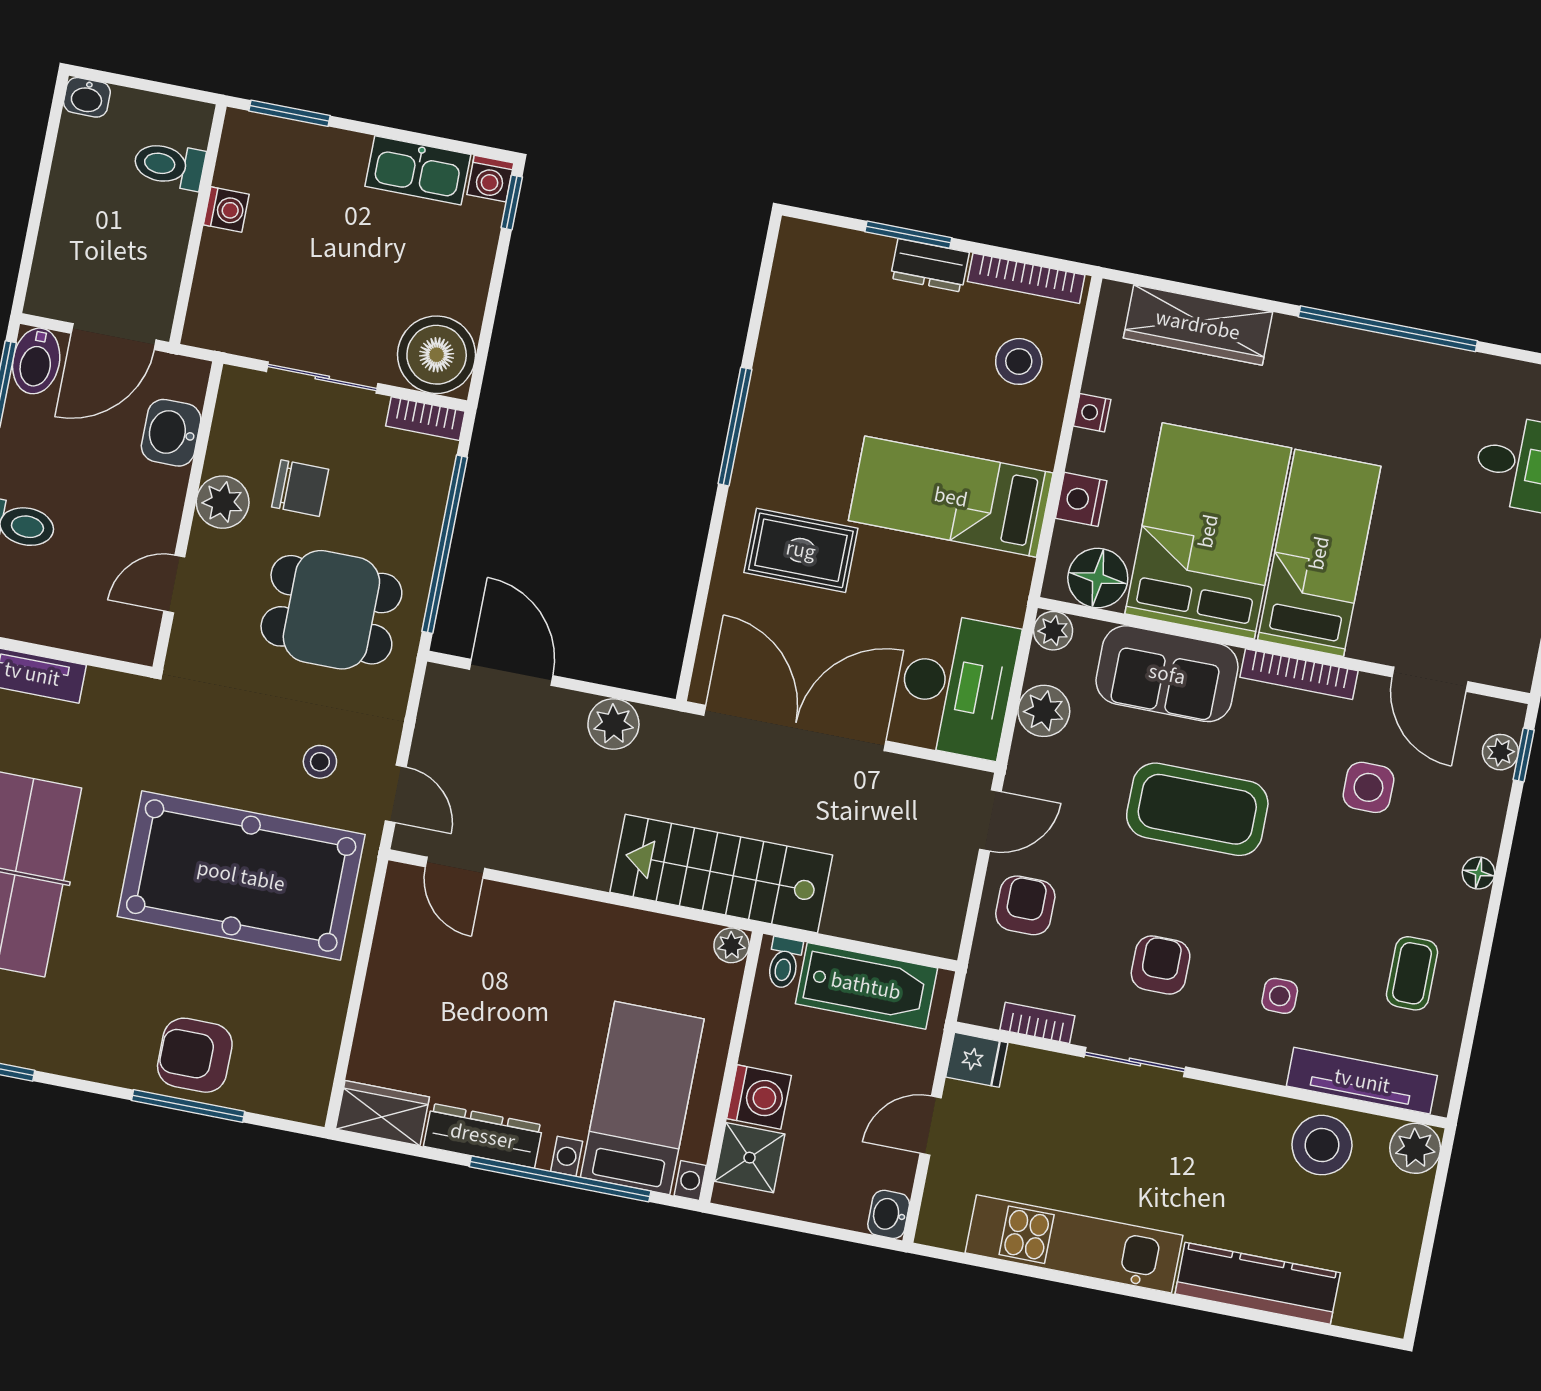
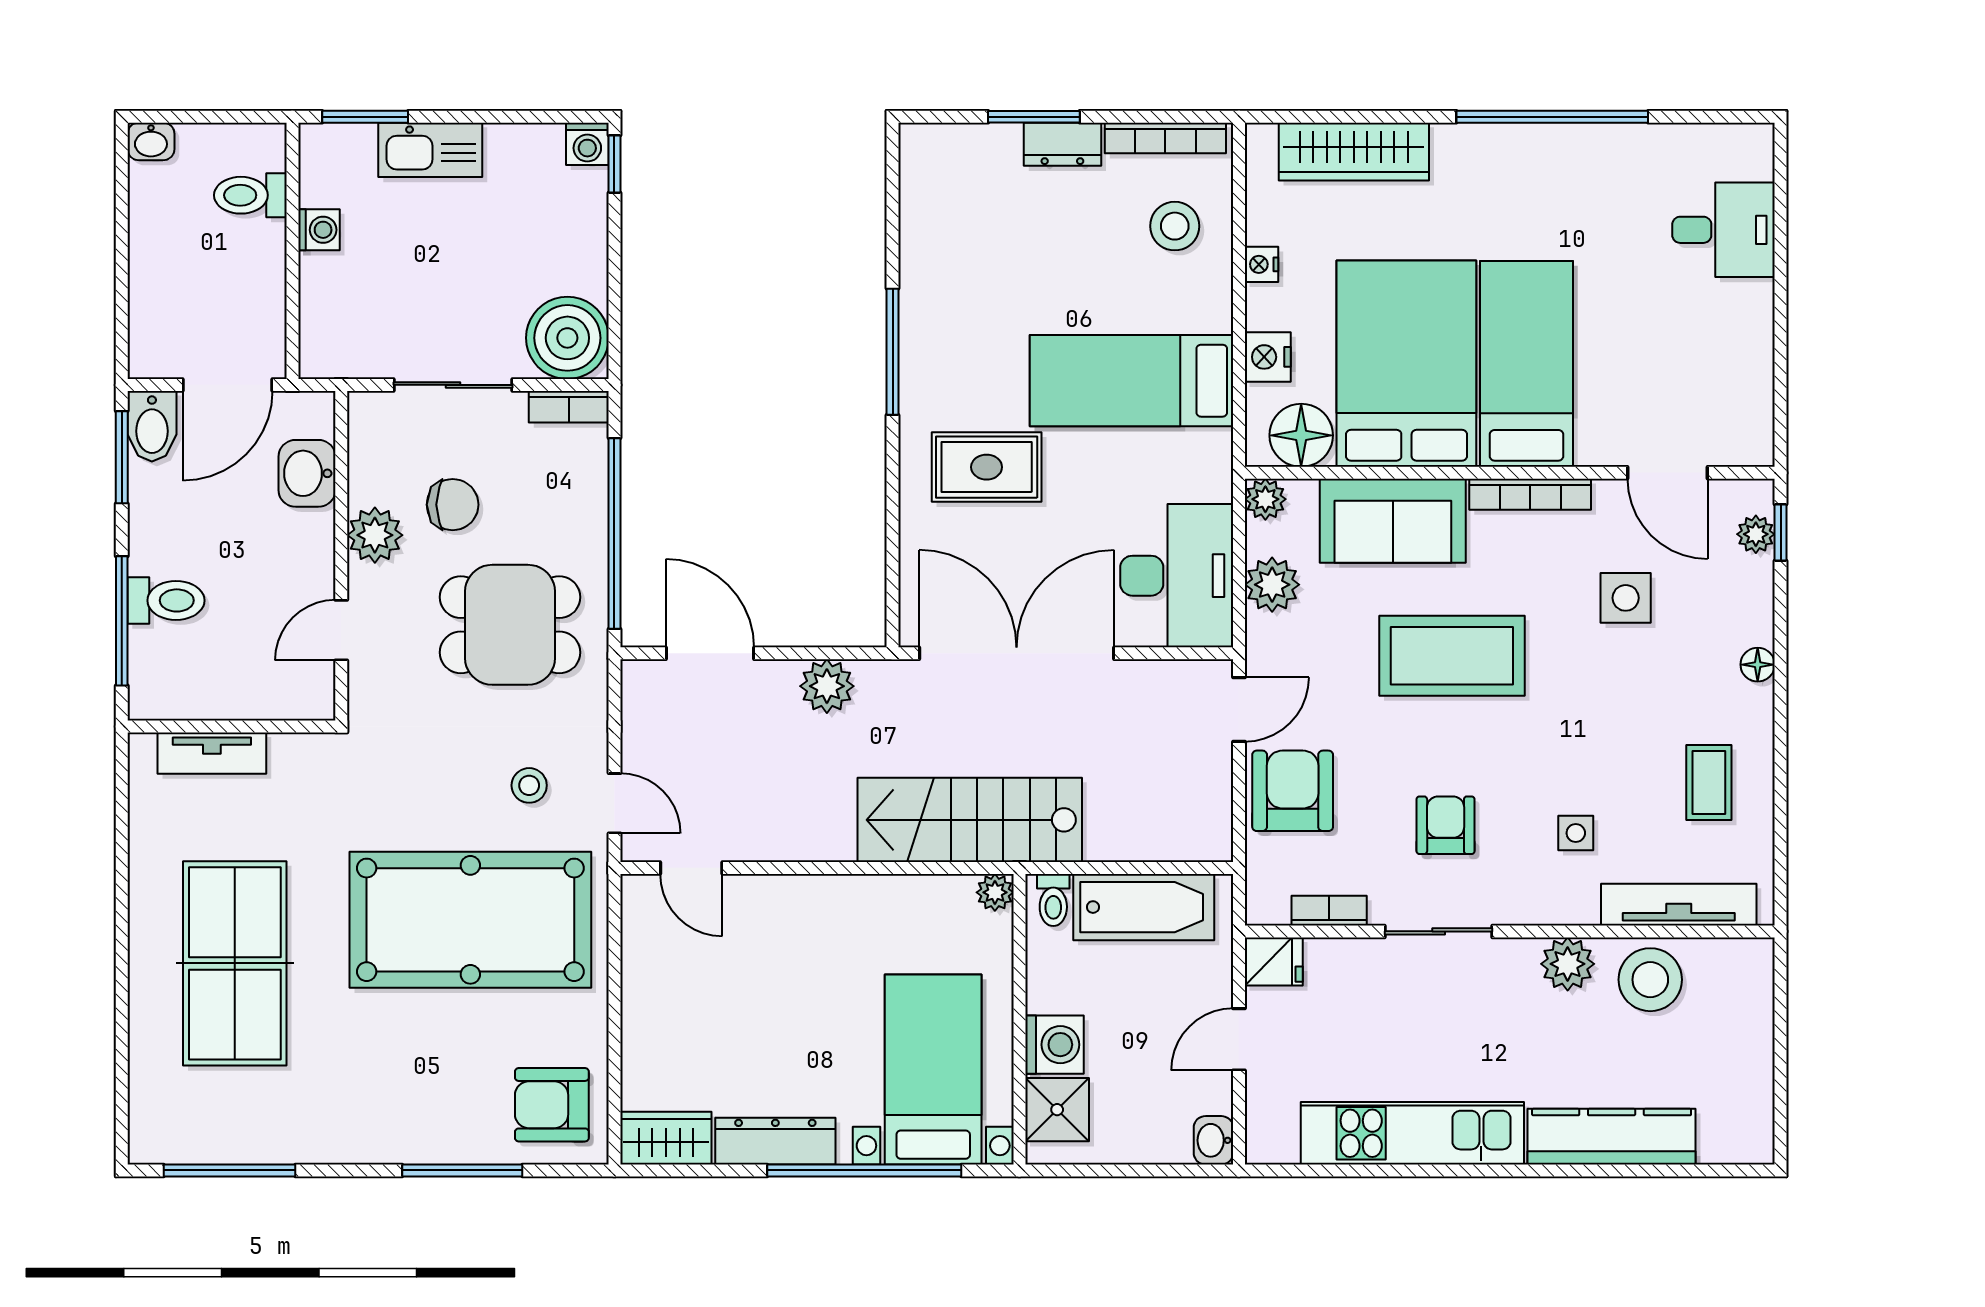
kitchen sink: (418, 170) -> (430, 150), moved
armchair: (1025, 905) -> (1293, 791), width x1.38, depth x1.38
armchair: (195, 1055) -> (552, 1105), moved
plant: (1415, 1148) -> (1568, 964), moved

